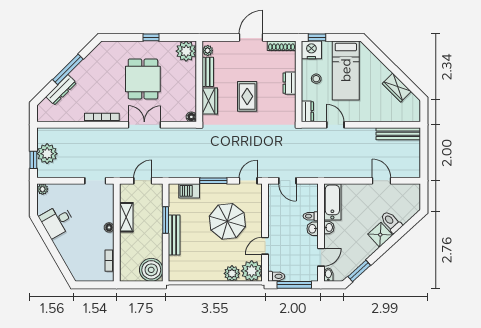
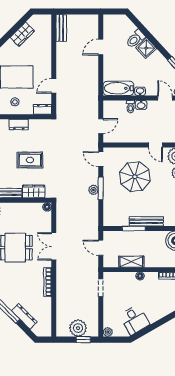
bench: (398, 134) -> (61, 28), width x0.73
plant: (212, 172) -> (94, 190), added
barbecue: (189, 191) -> (109, 209), removed

